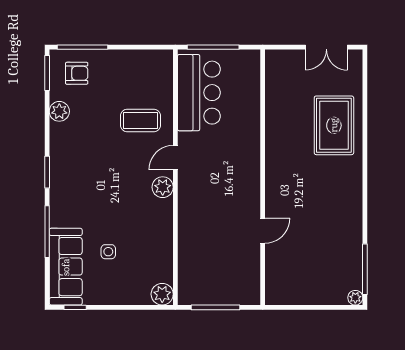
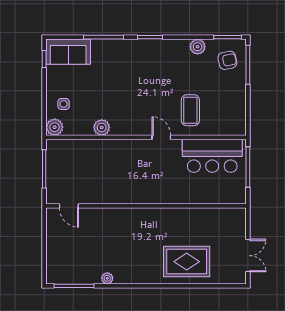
double door: (326, 47) -> (248, 256), swing flipped
armchair: (77, 73) -> (227, 60), turned -102
plant: (163, 187) -> (102, 127), moved
door: (263, 231) -> (69, 206), moved
side table: (108, 252) -> (64, 104), moved
sofa: (66, 267) -> (68, 52), width x0.73
plant: (355, 298) -> (107, 278), moved

